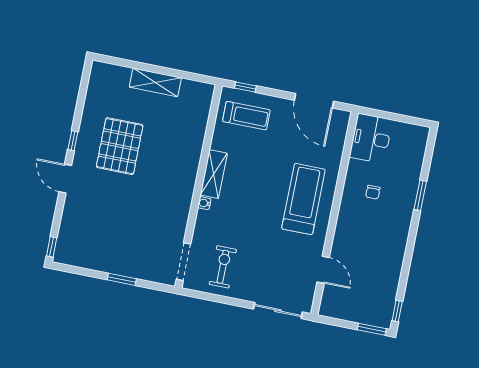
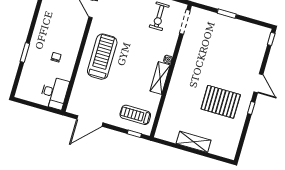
door: (314, 101) -> (90, 121), swing flipped
pallet: (120, 146) -> (221, 102), turned 90
treadmill: (303, 199) -> (102, 57), turned 180

